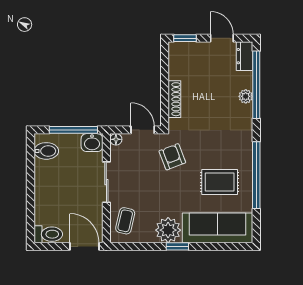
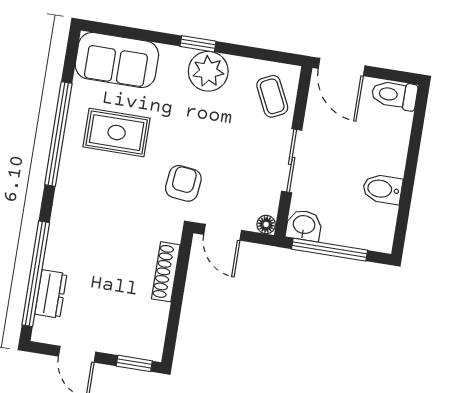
dresser: (245, 56) -> (51, 294), moved
plant: (246, 96) -> (55, 258), removed
bidet: (46, 151) -> (382, 189), moved
armchair: (172, 157) -> (183, 183), turned -153
coffee table: (125, 221) -> (272, 96), turned -39
sofa: (217, 228) -> (117, 60), width x0.73

